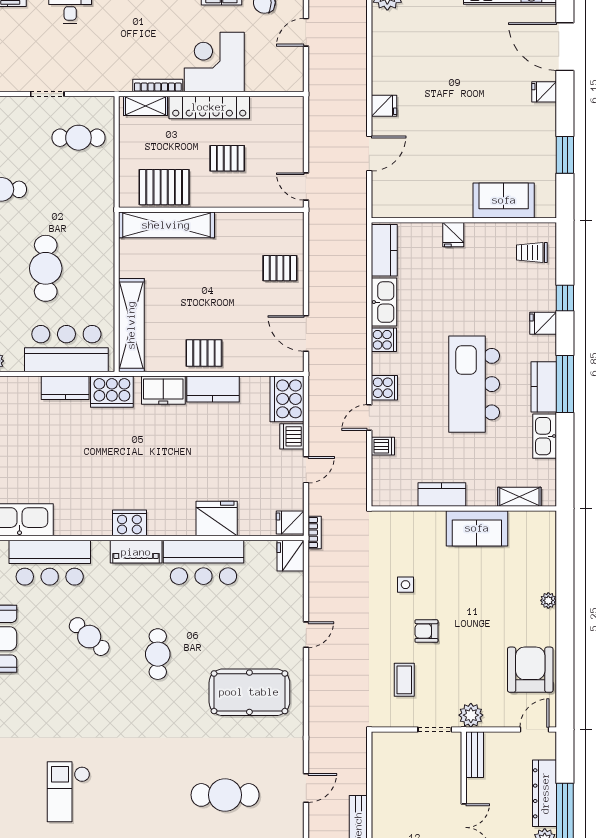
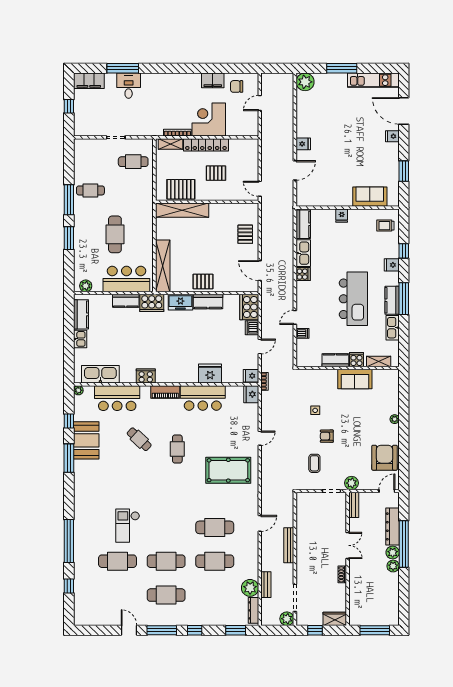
pallet: (280, 268) -> (245, 234), turned 90
kitchen island: (474, 384) -> (353, 299), turned 180
cooker: (384, 388) -> (356, 360), moved, turned -90
cooker: (129, 523) -> (146, 376), moved

